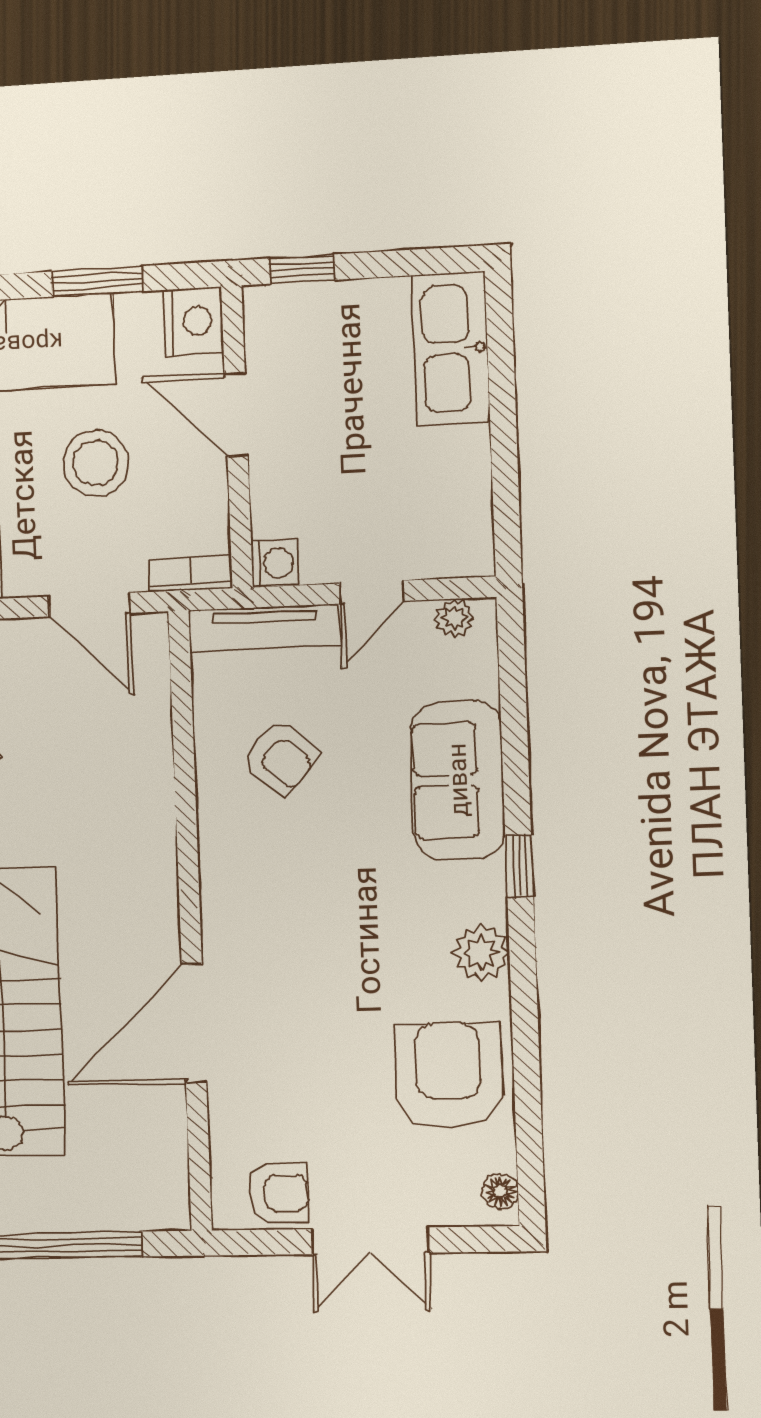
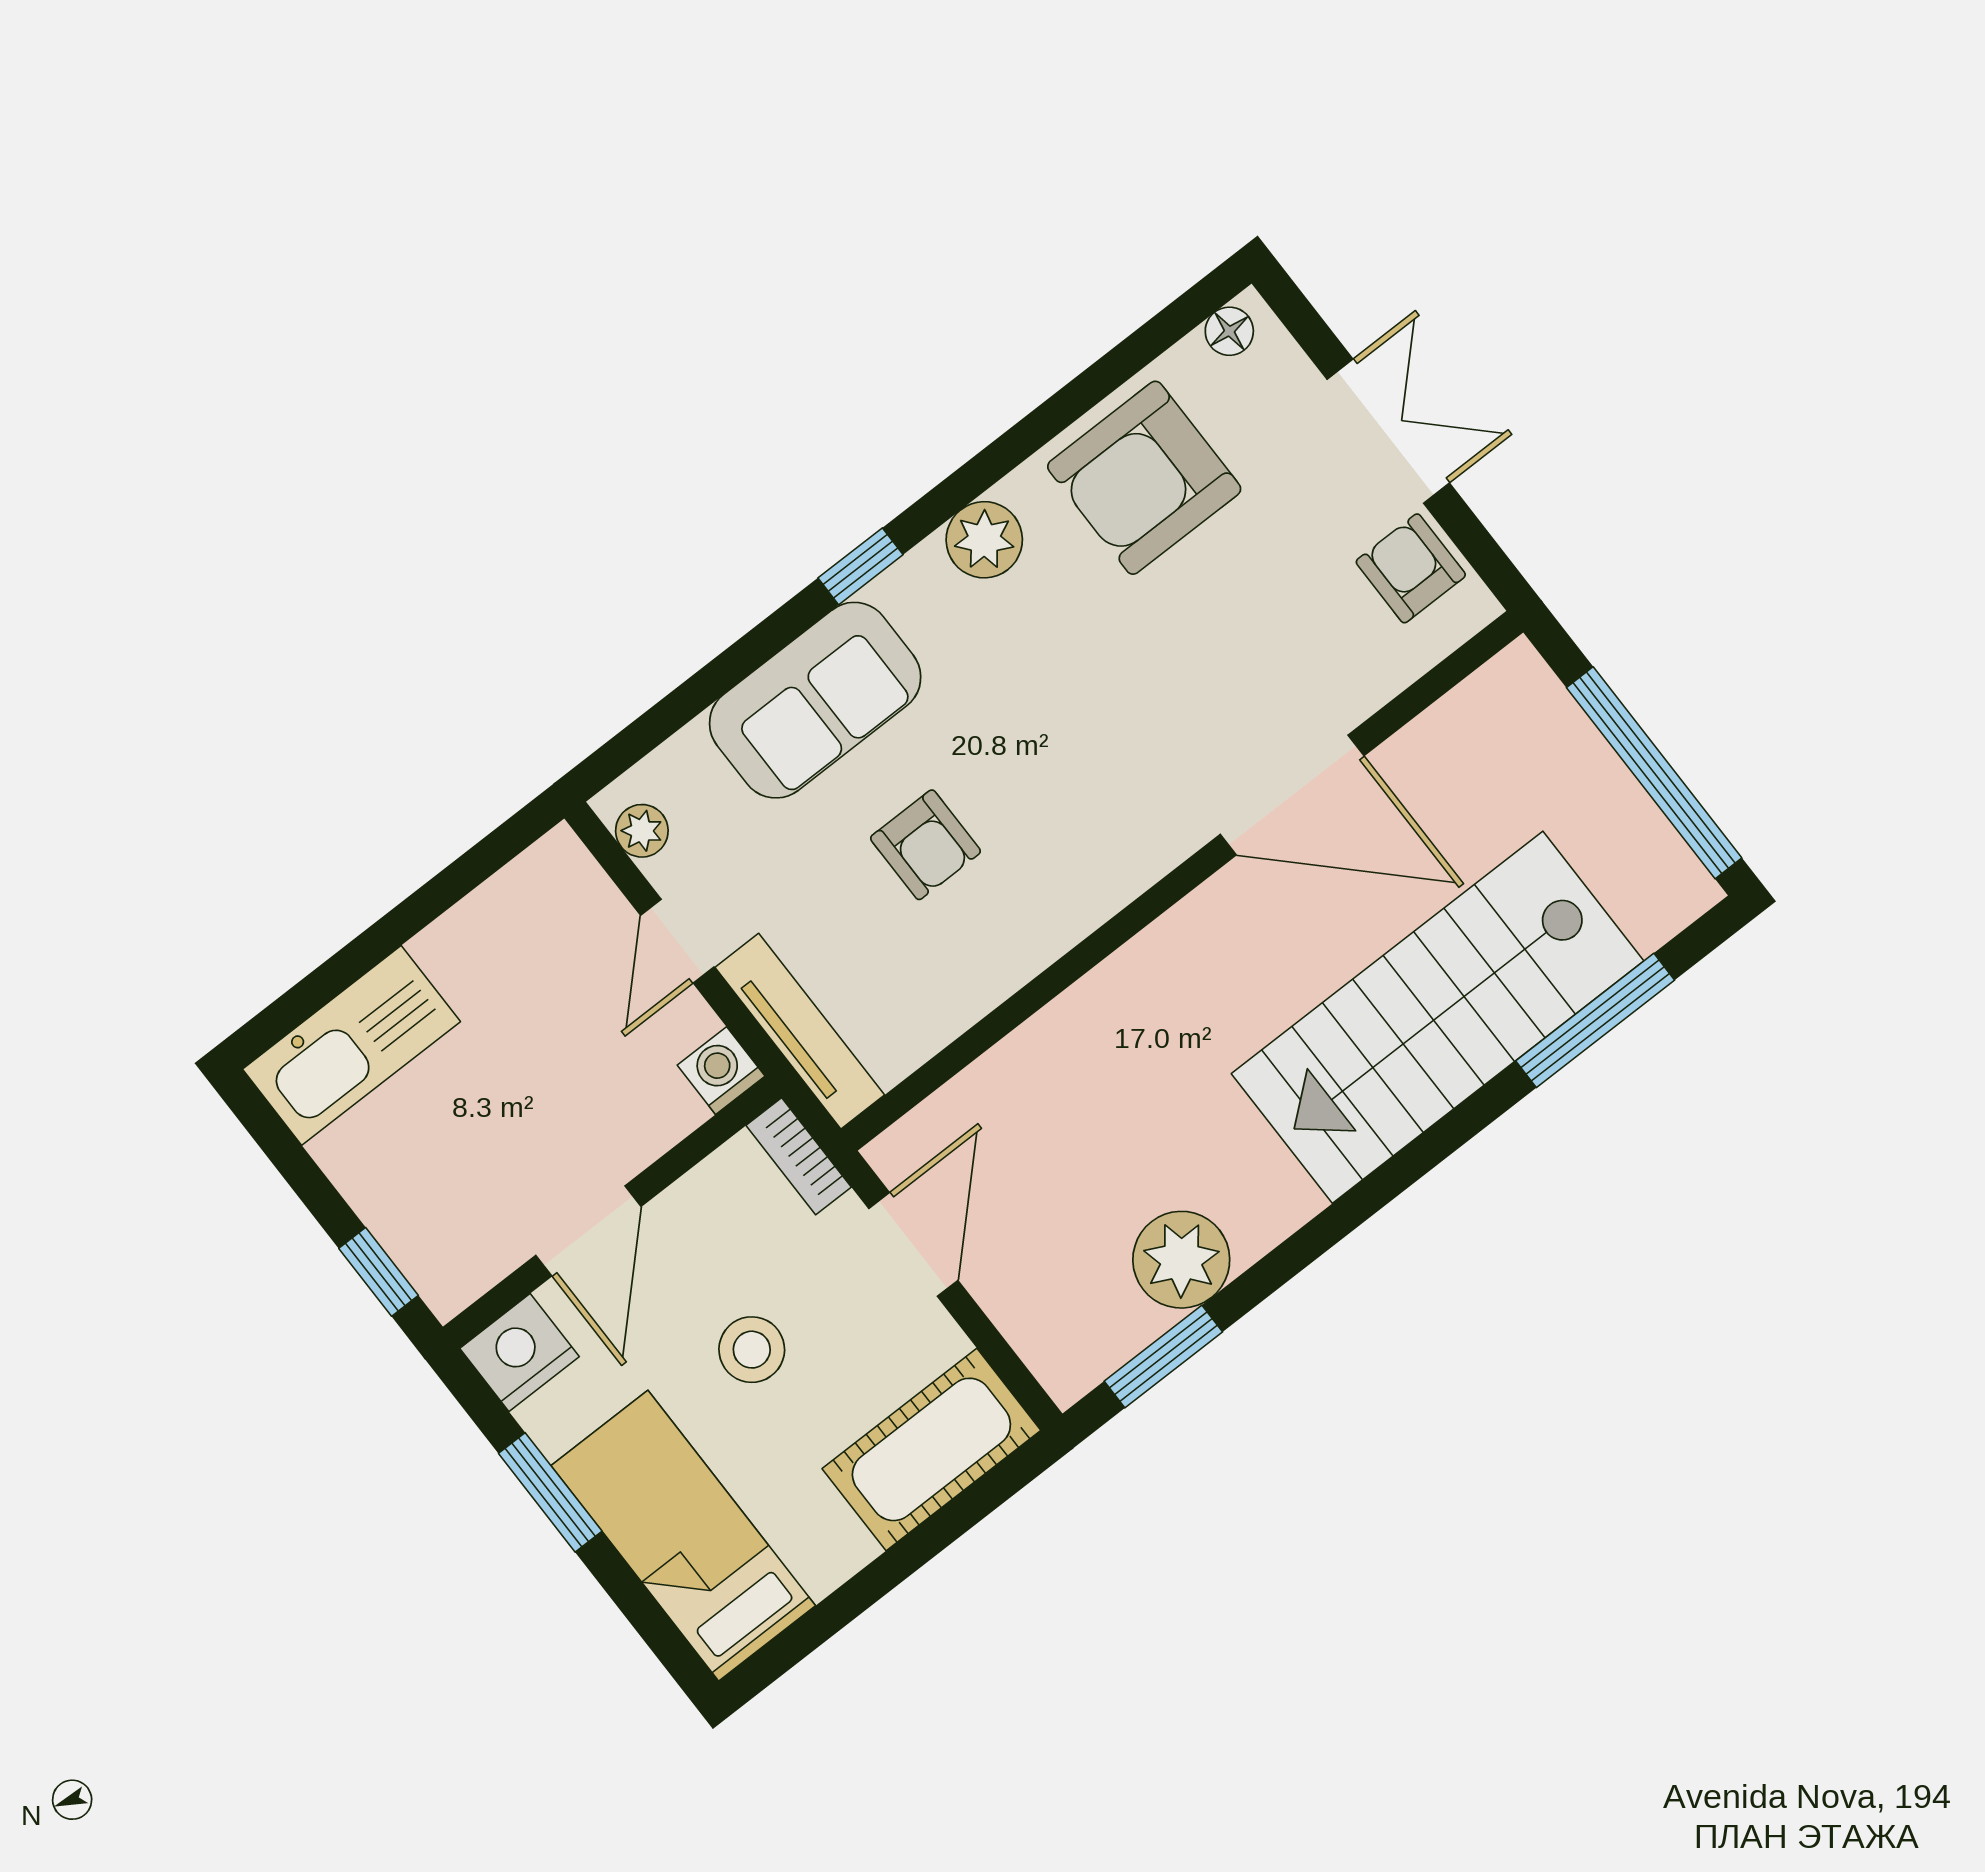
stool: (96, 463) -> (752, 1350), width x0.73, depth x0.73
door: (372, 592) -> (677, 941), swing flipped
armchair: (280, 758) -> (925, 845), moved, turned 138

